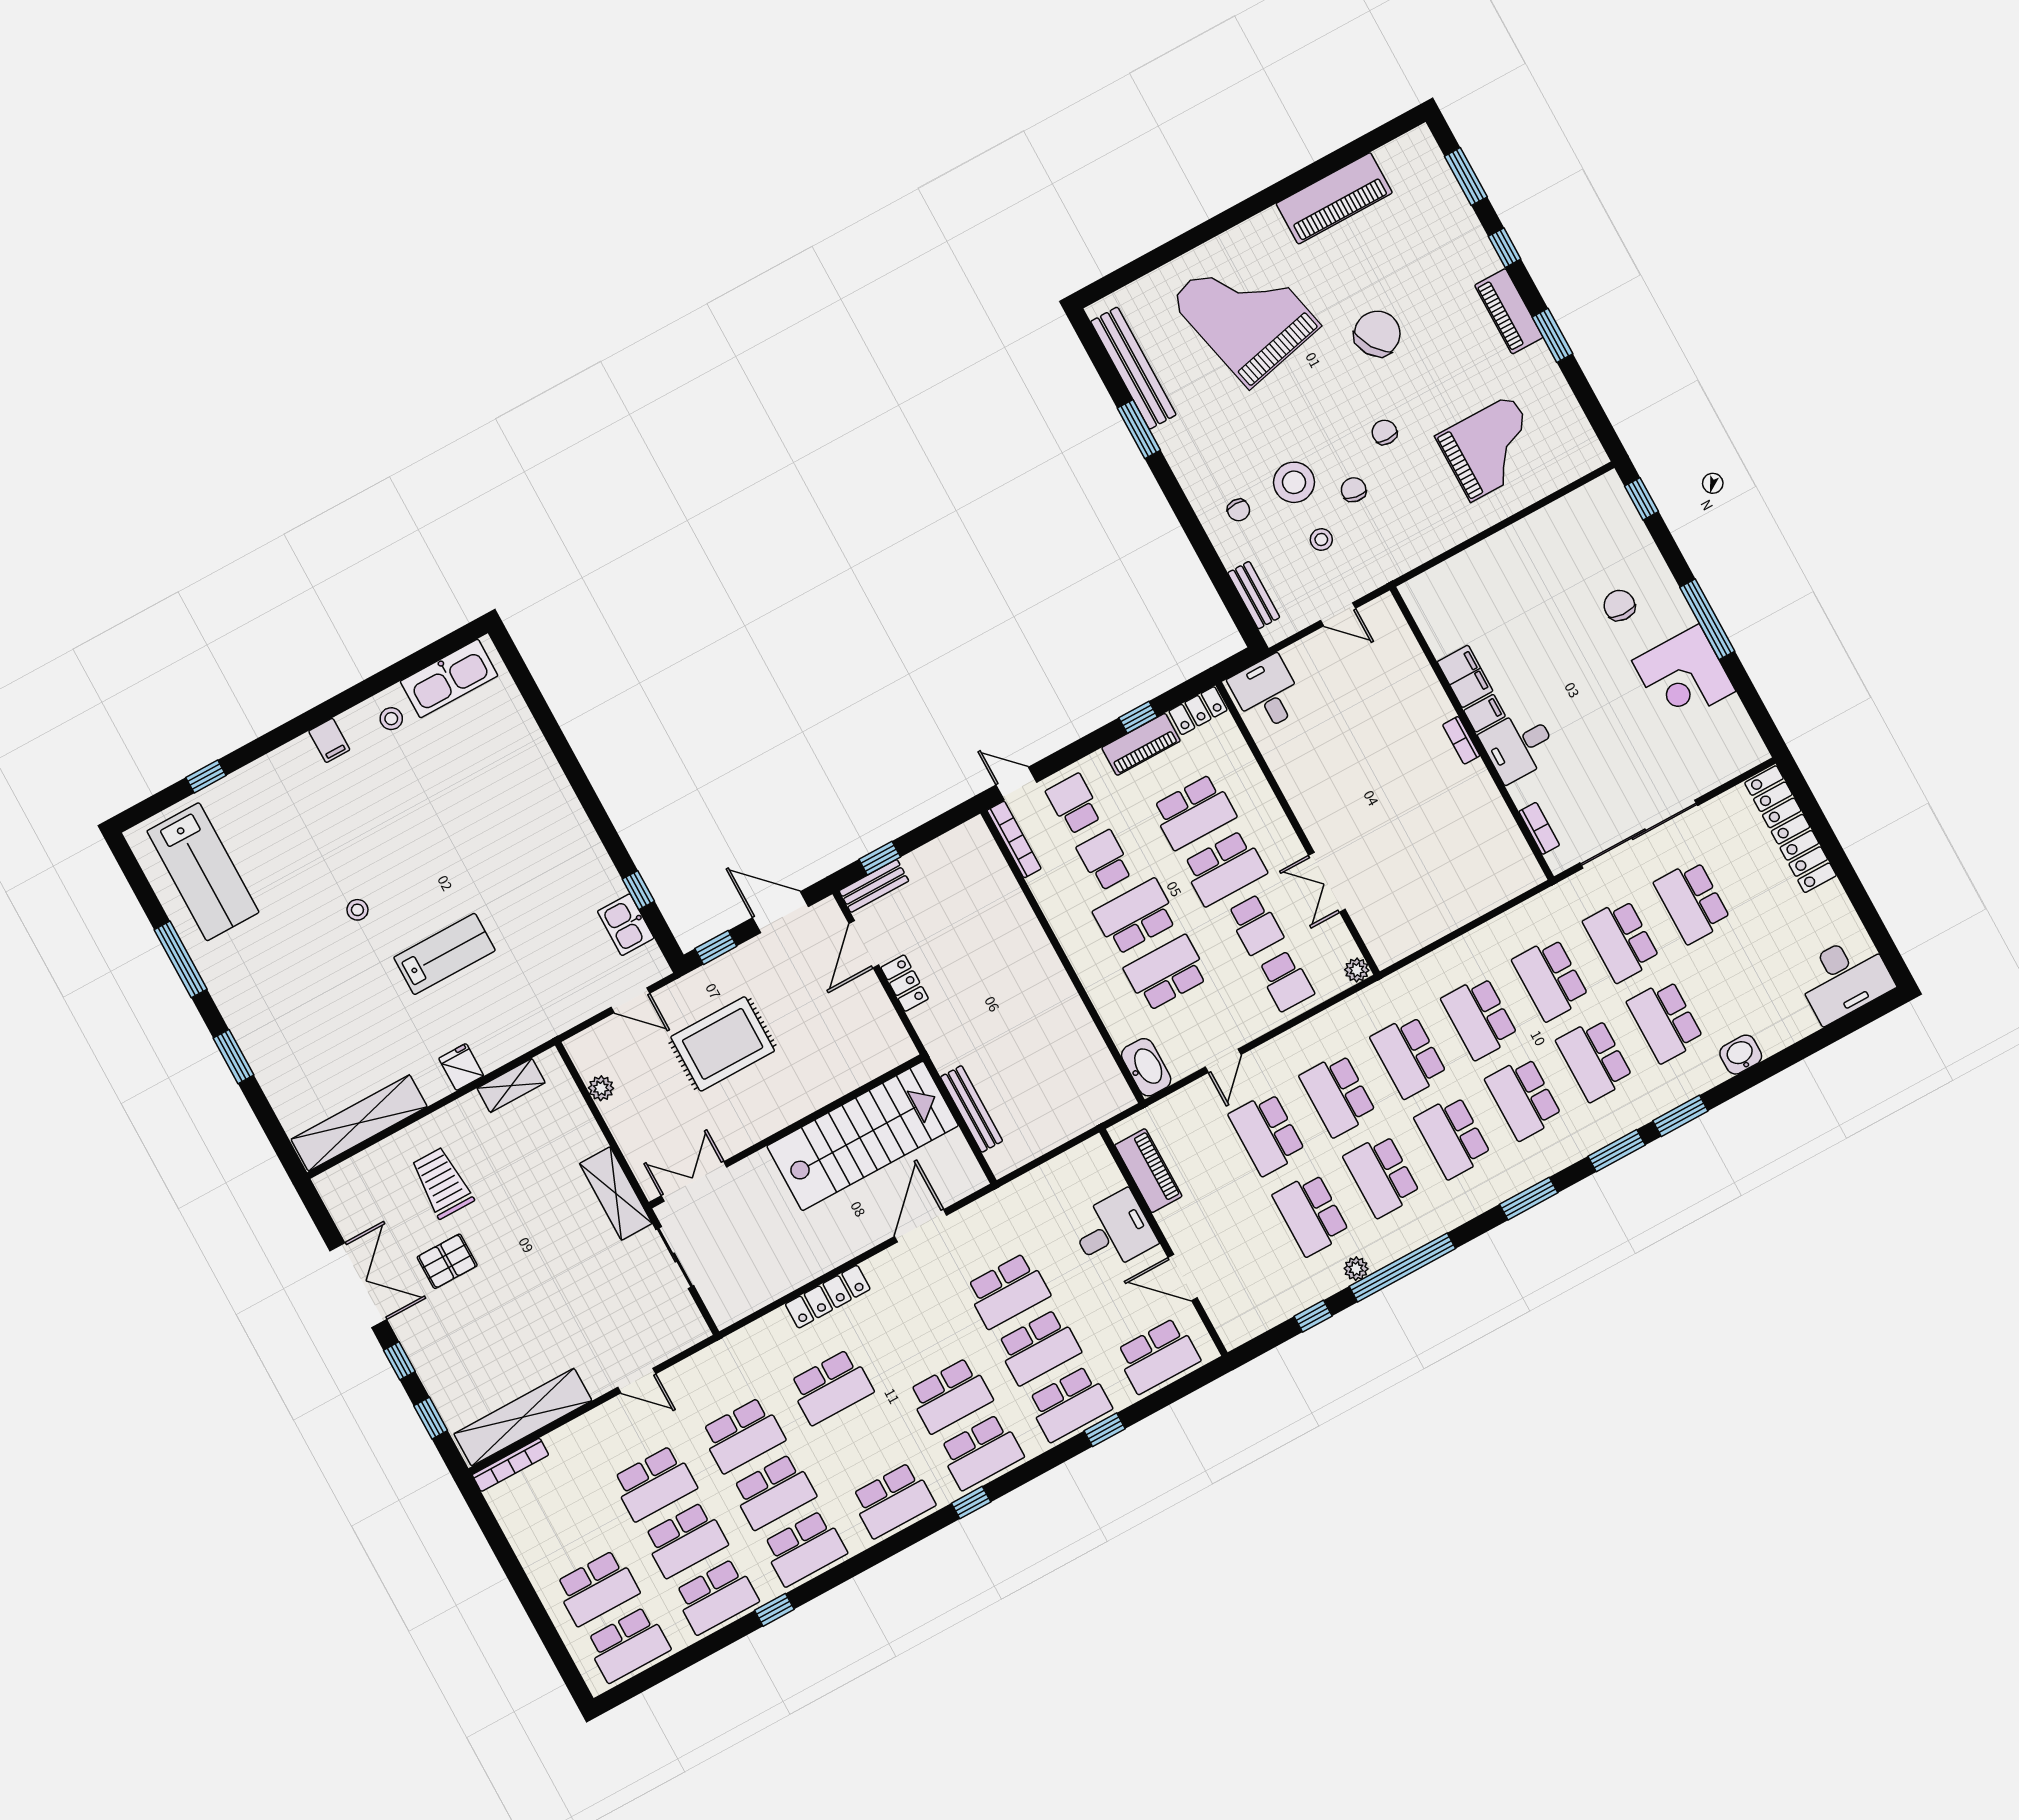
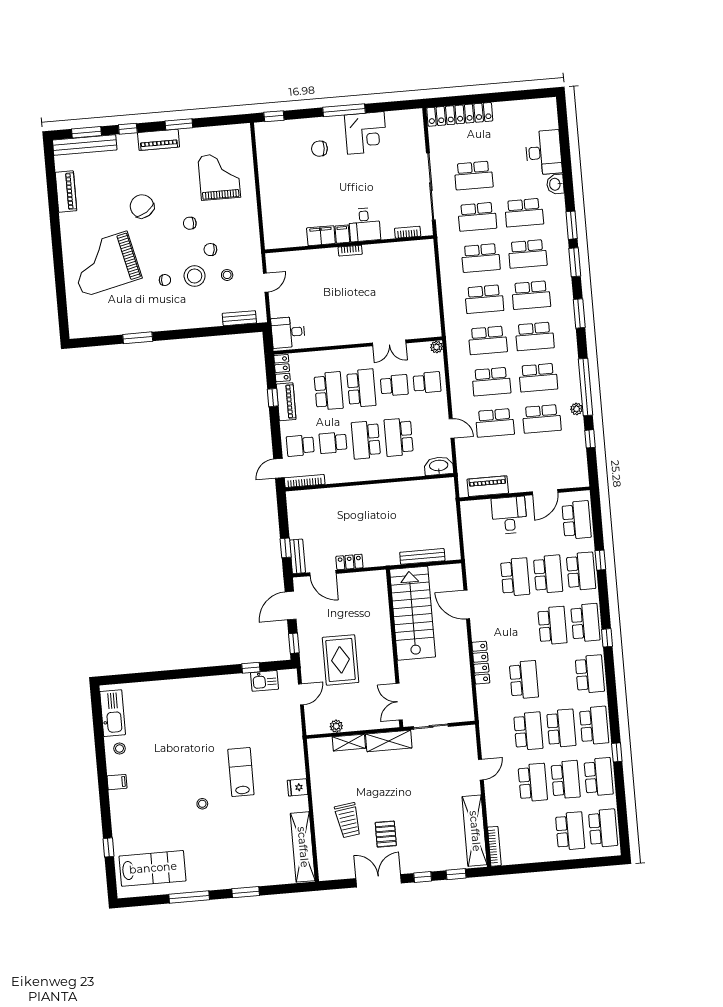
piano: (1334, 198) -> (66, 191), width x0.73, depth x0.75
bench: (1133, 368) -> (85, 145), moved
chair: (1239, 510) -> (165, 280), moved
desk: (1844, 978) -> (544, 152), moved
shelving: (511, 1085) -> (349, 743), moved, turned 90
trolley: (442, 1183) -> (348, 820), turned -98

